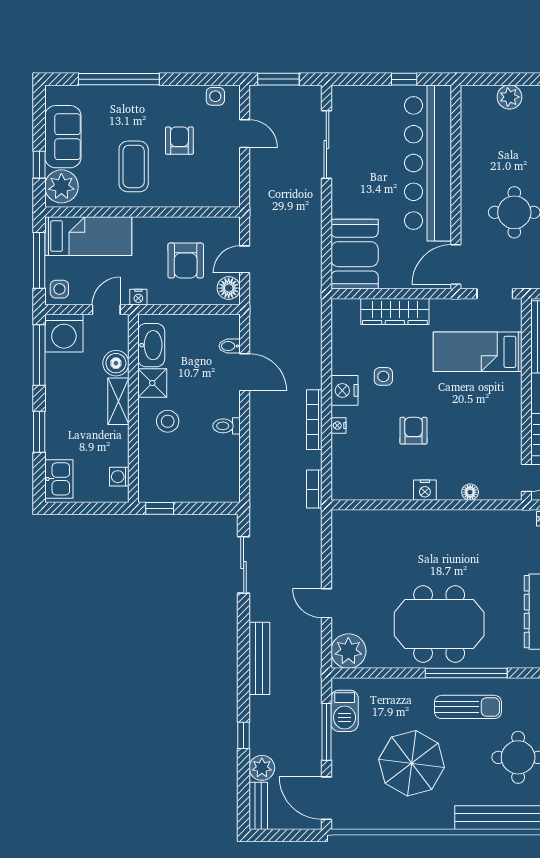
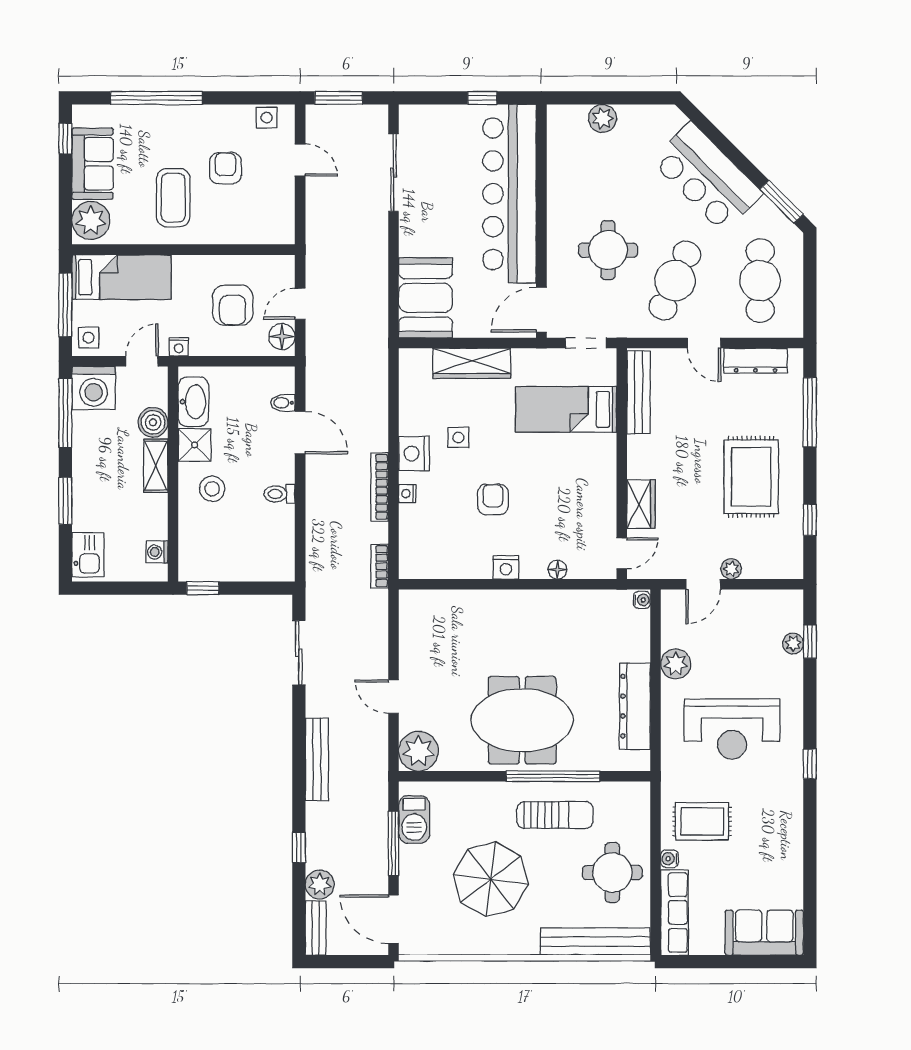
window: (39, 165) -> (65, 138), moved

